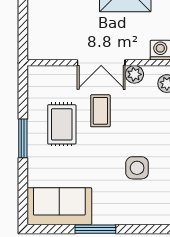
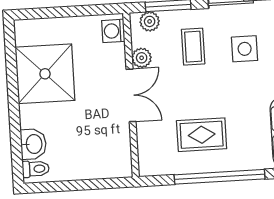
coffee table: (100, 111) -> (193, 47), moved, turned 90
window: (23, 138) -> (220, 177), width x2.11

